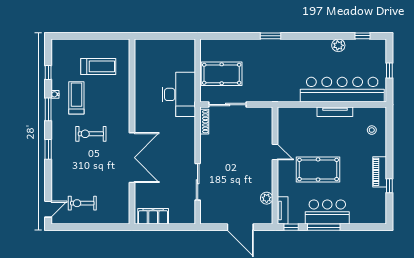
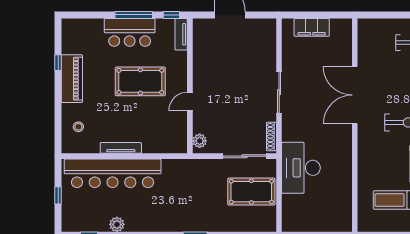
door: (275, 152) -> (190, 101), hinge flipped
piano: (380, 172) -> (72, 79), width x1.37, depth x1.33
sliding door: (198, 182) -> (279, 92), moved
plant: (267, 198) -> (200, 141), moved
filing cabinet: (153, 216) -> (312, 27), moved

